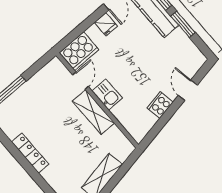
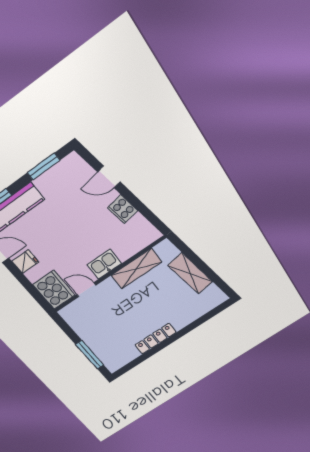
window: (183, 24) -> (44, 166), moved
shelving: (93, 112) -> (136, 269), moved

